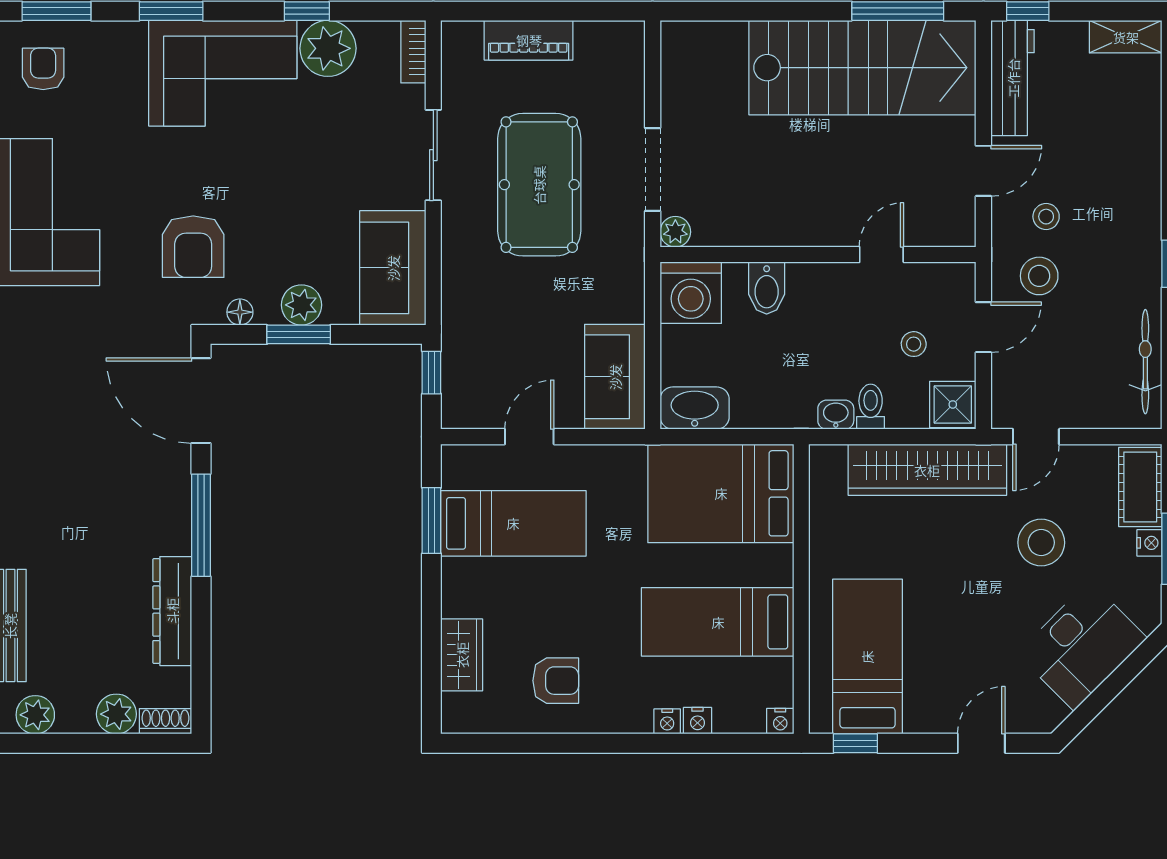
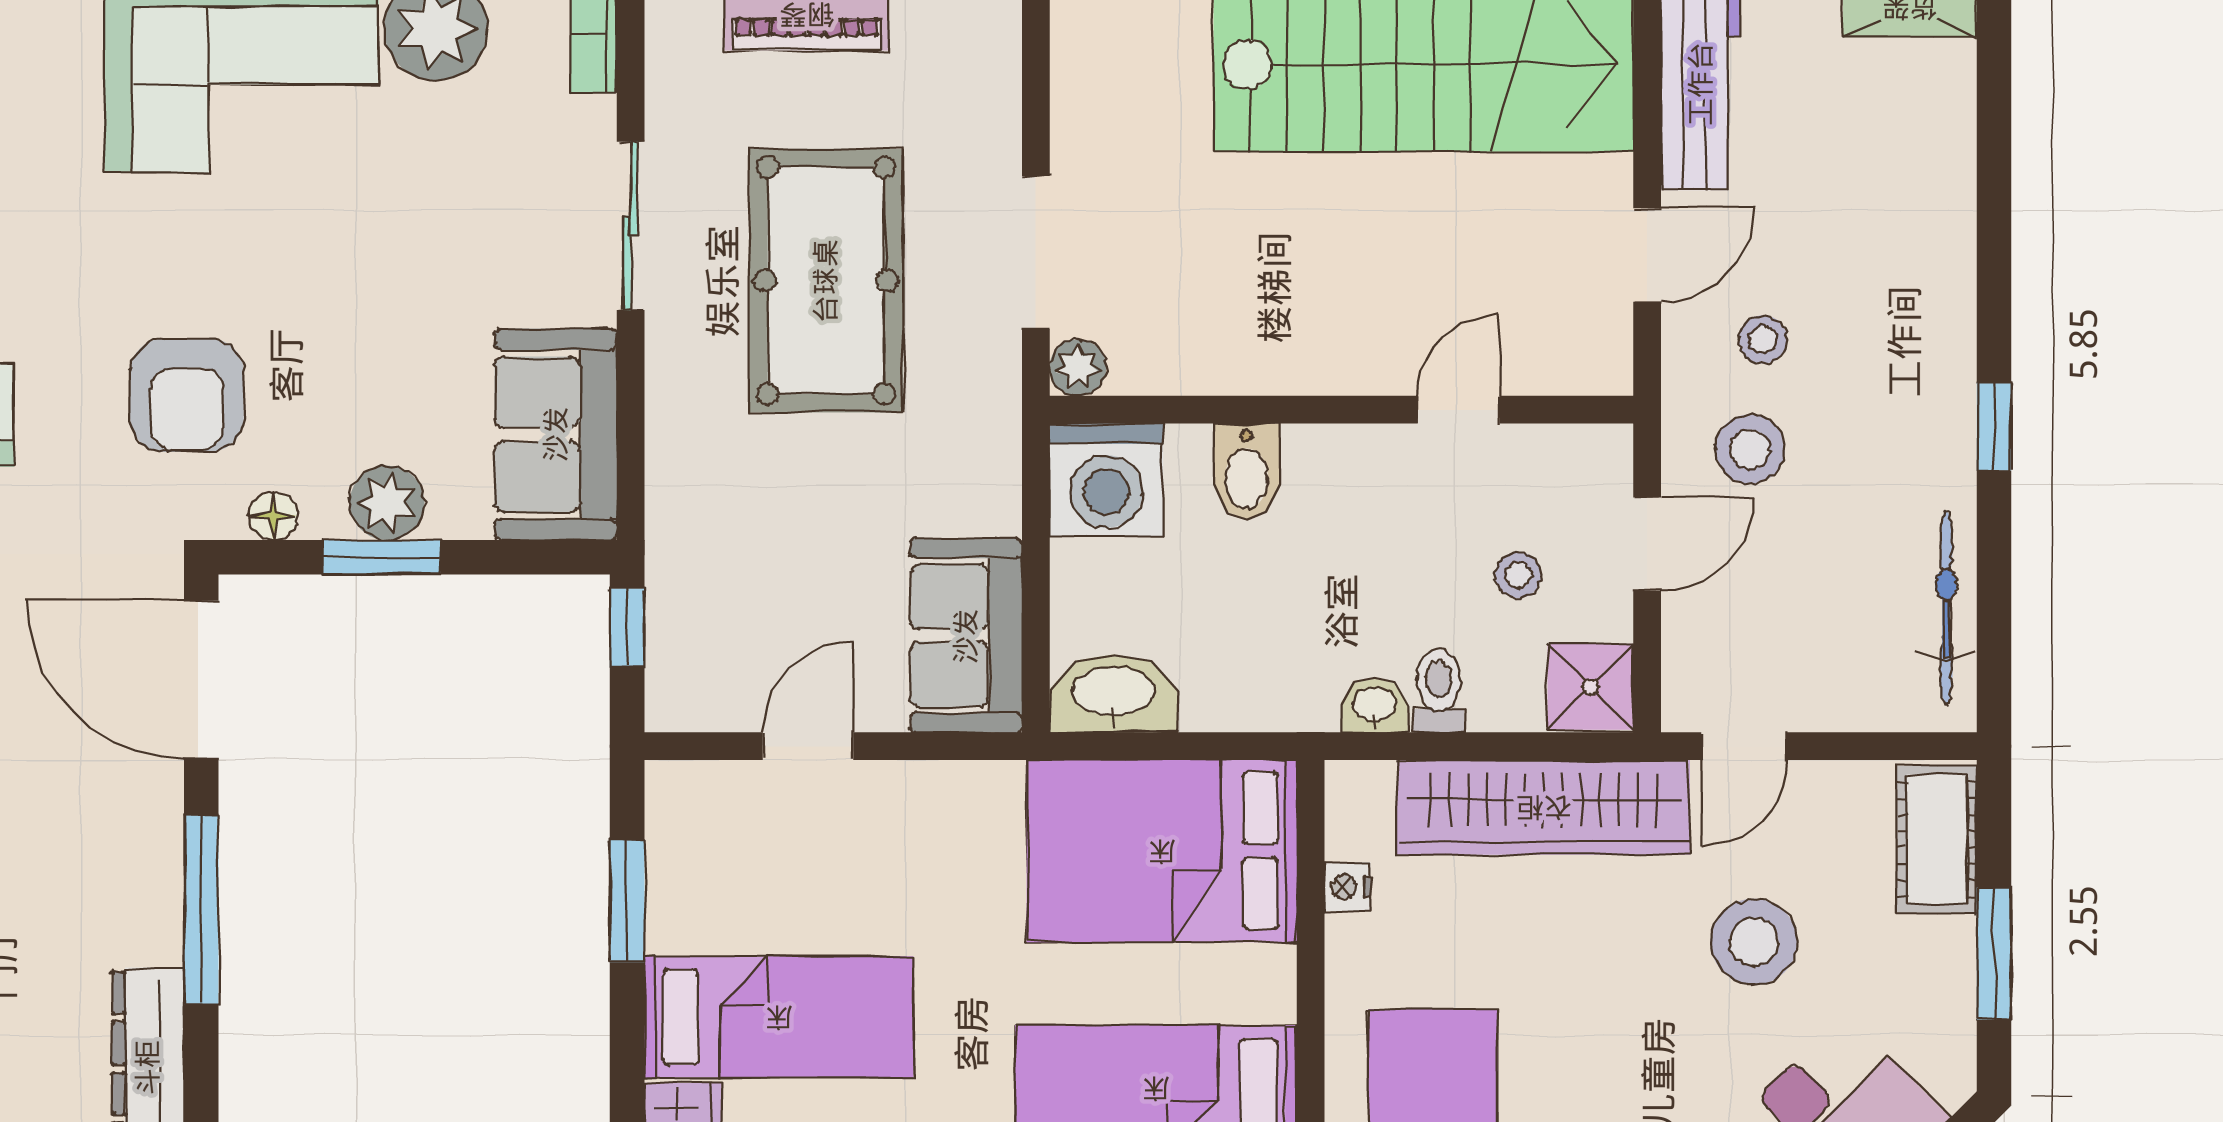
bed: (513, 523) -> (779, 1017), moved
nightstand: (1149, 543) -> (1347, 887), moved, turned 180

